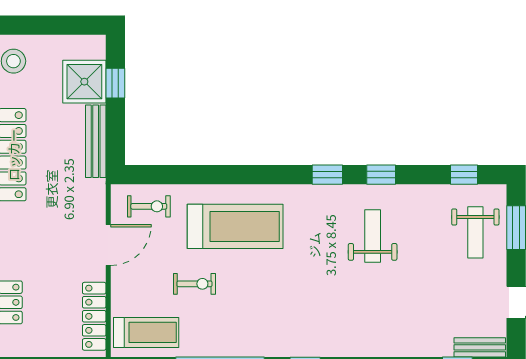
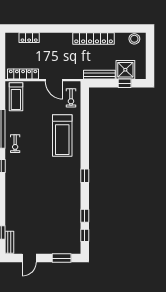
window: (381, 175) -> (85, 216), moved
weight bench: (475, 232) -> (60, 240), removed
weight bench: (373, 236) -> (58, 195), removed
exercise bike: (195, 284) -> (15, 144), moved

